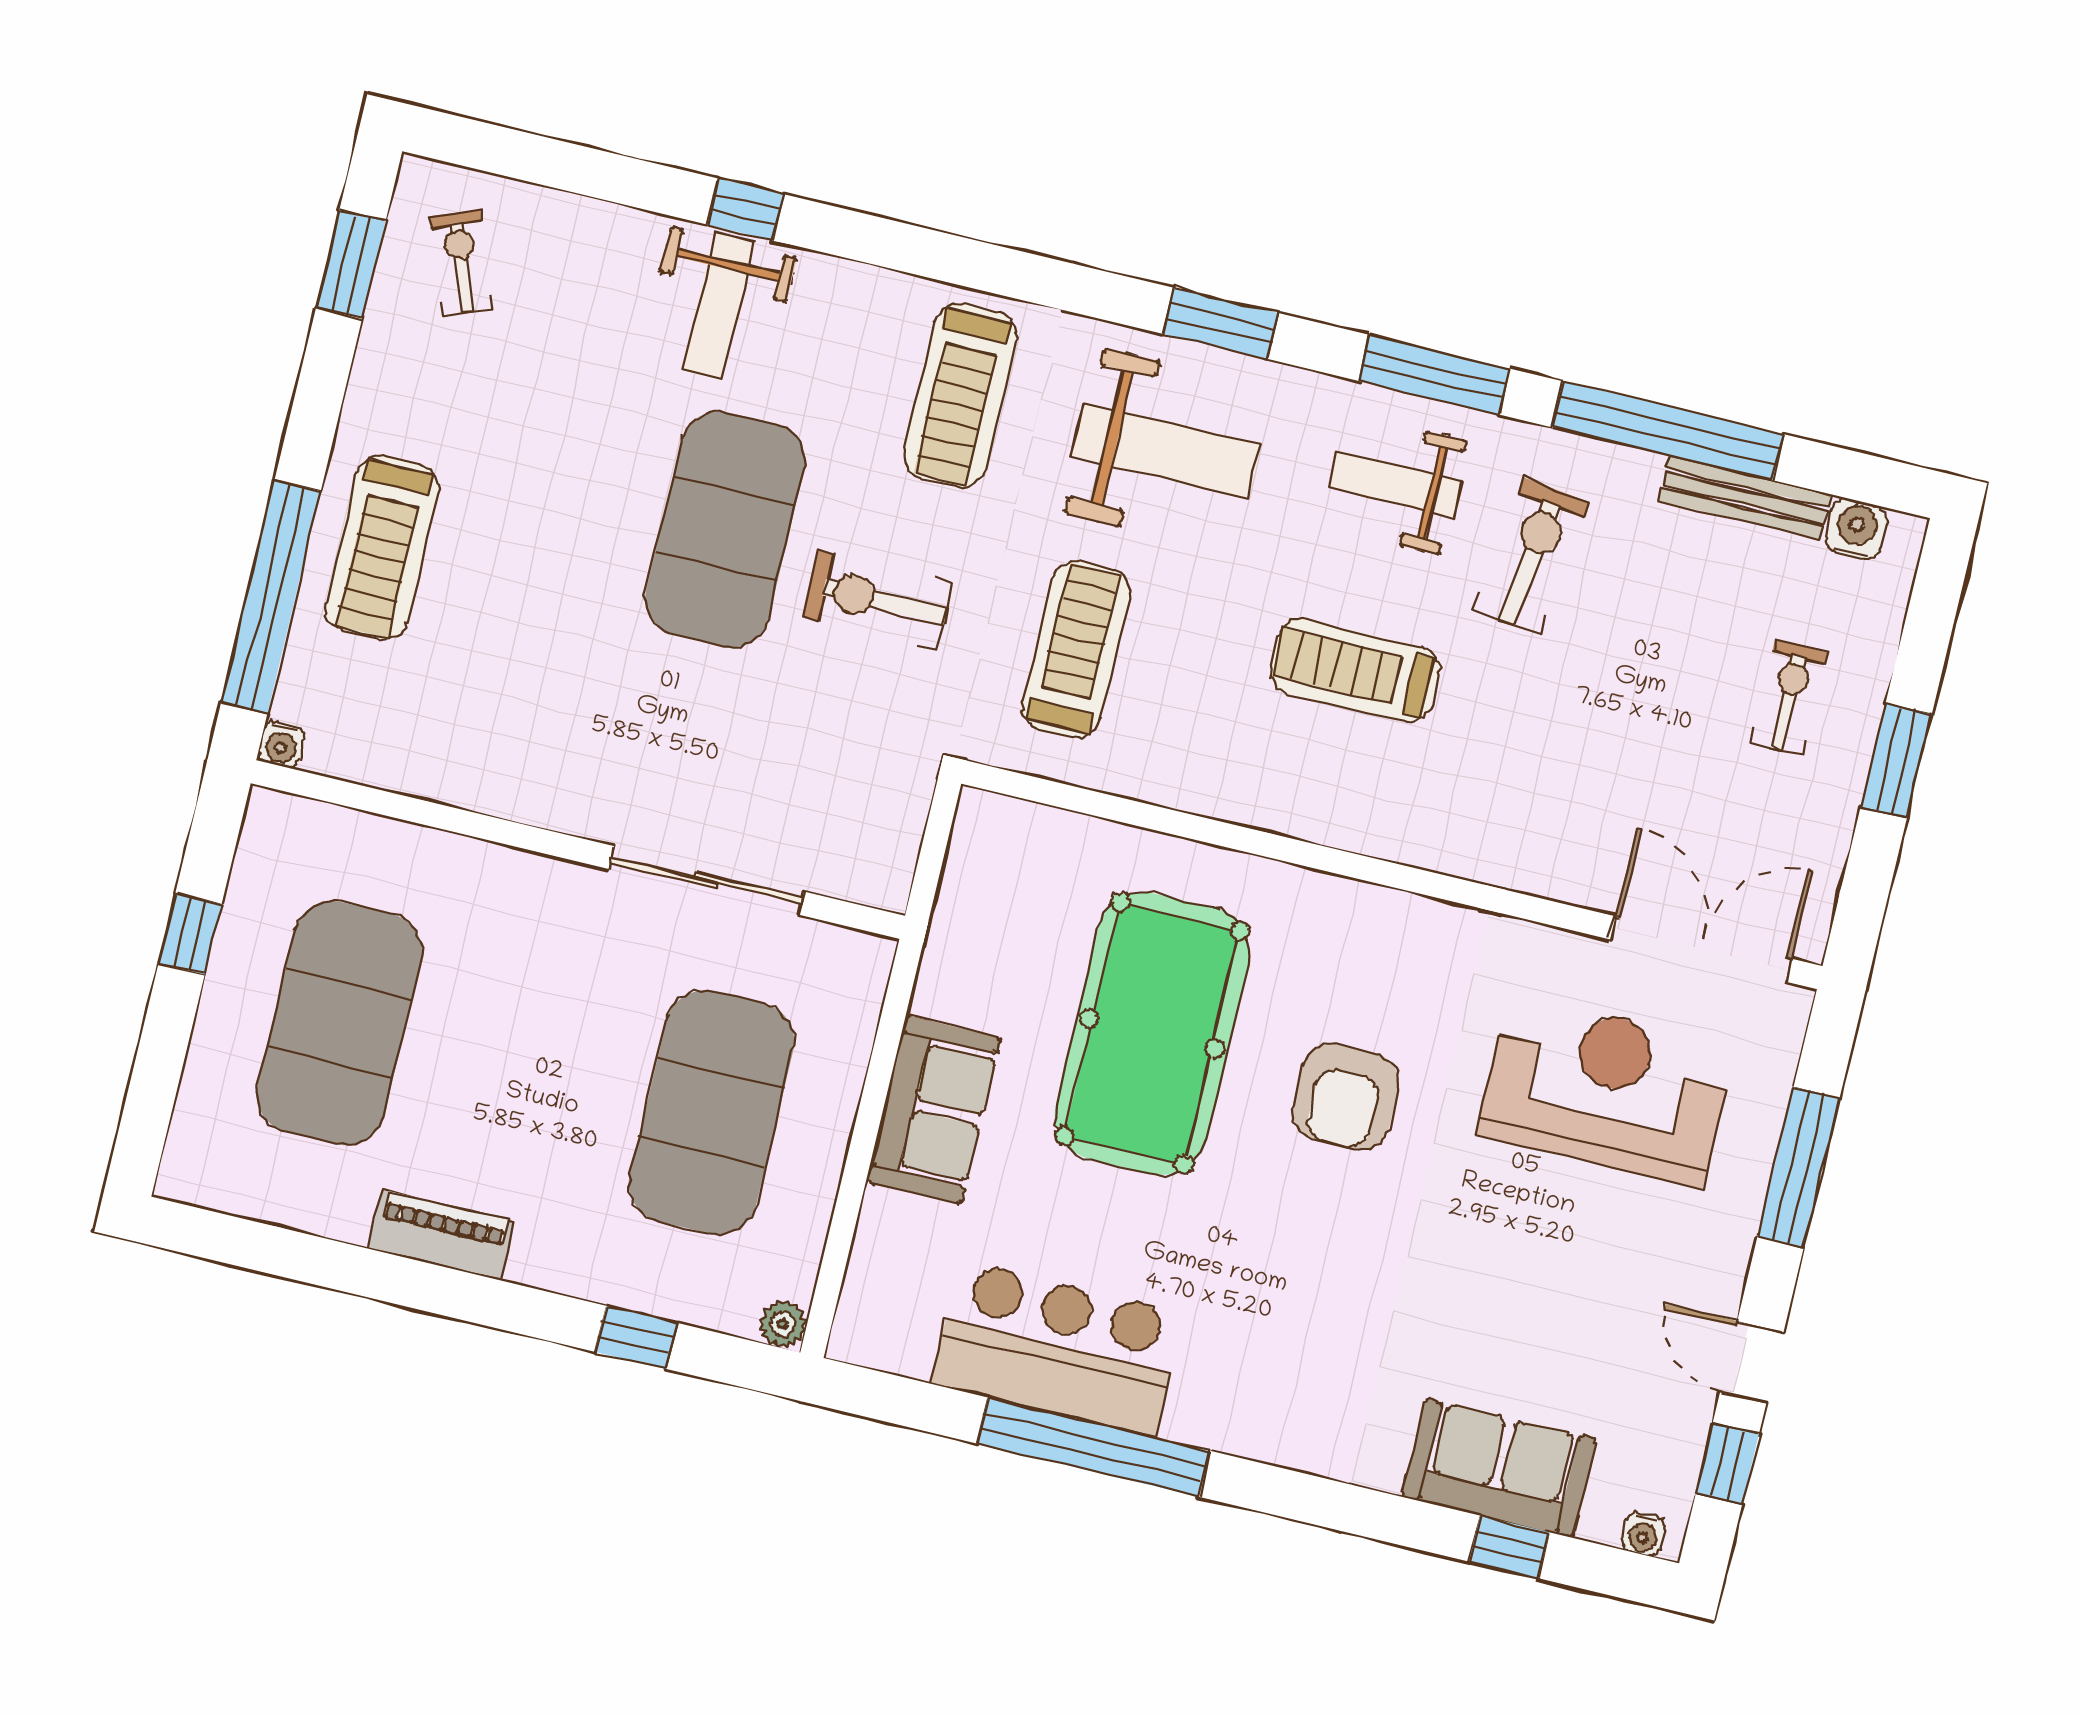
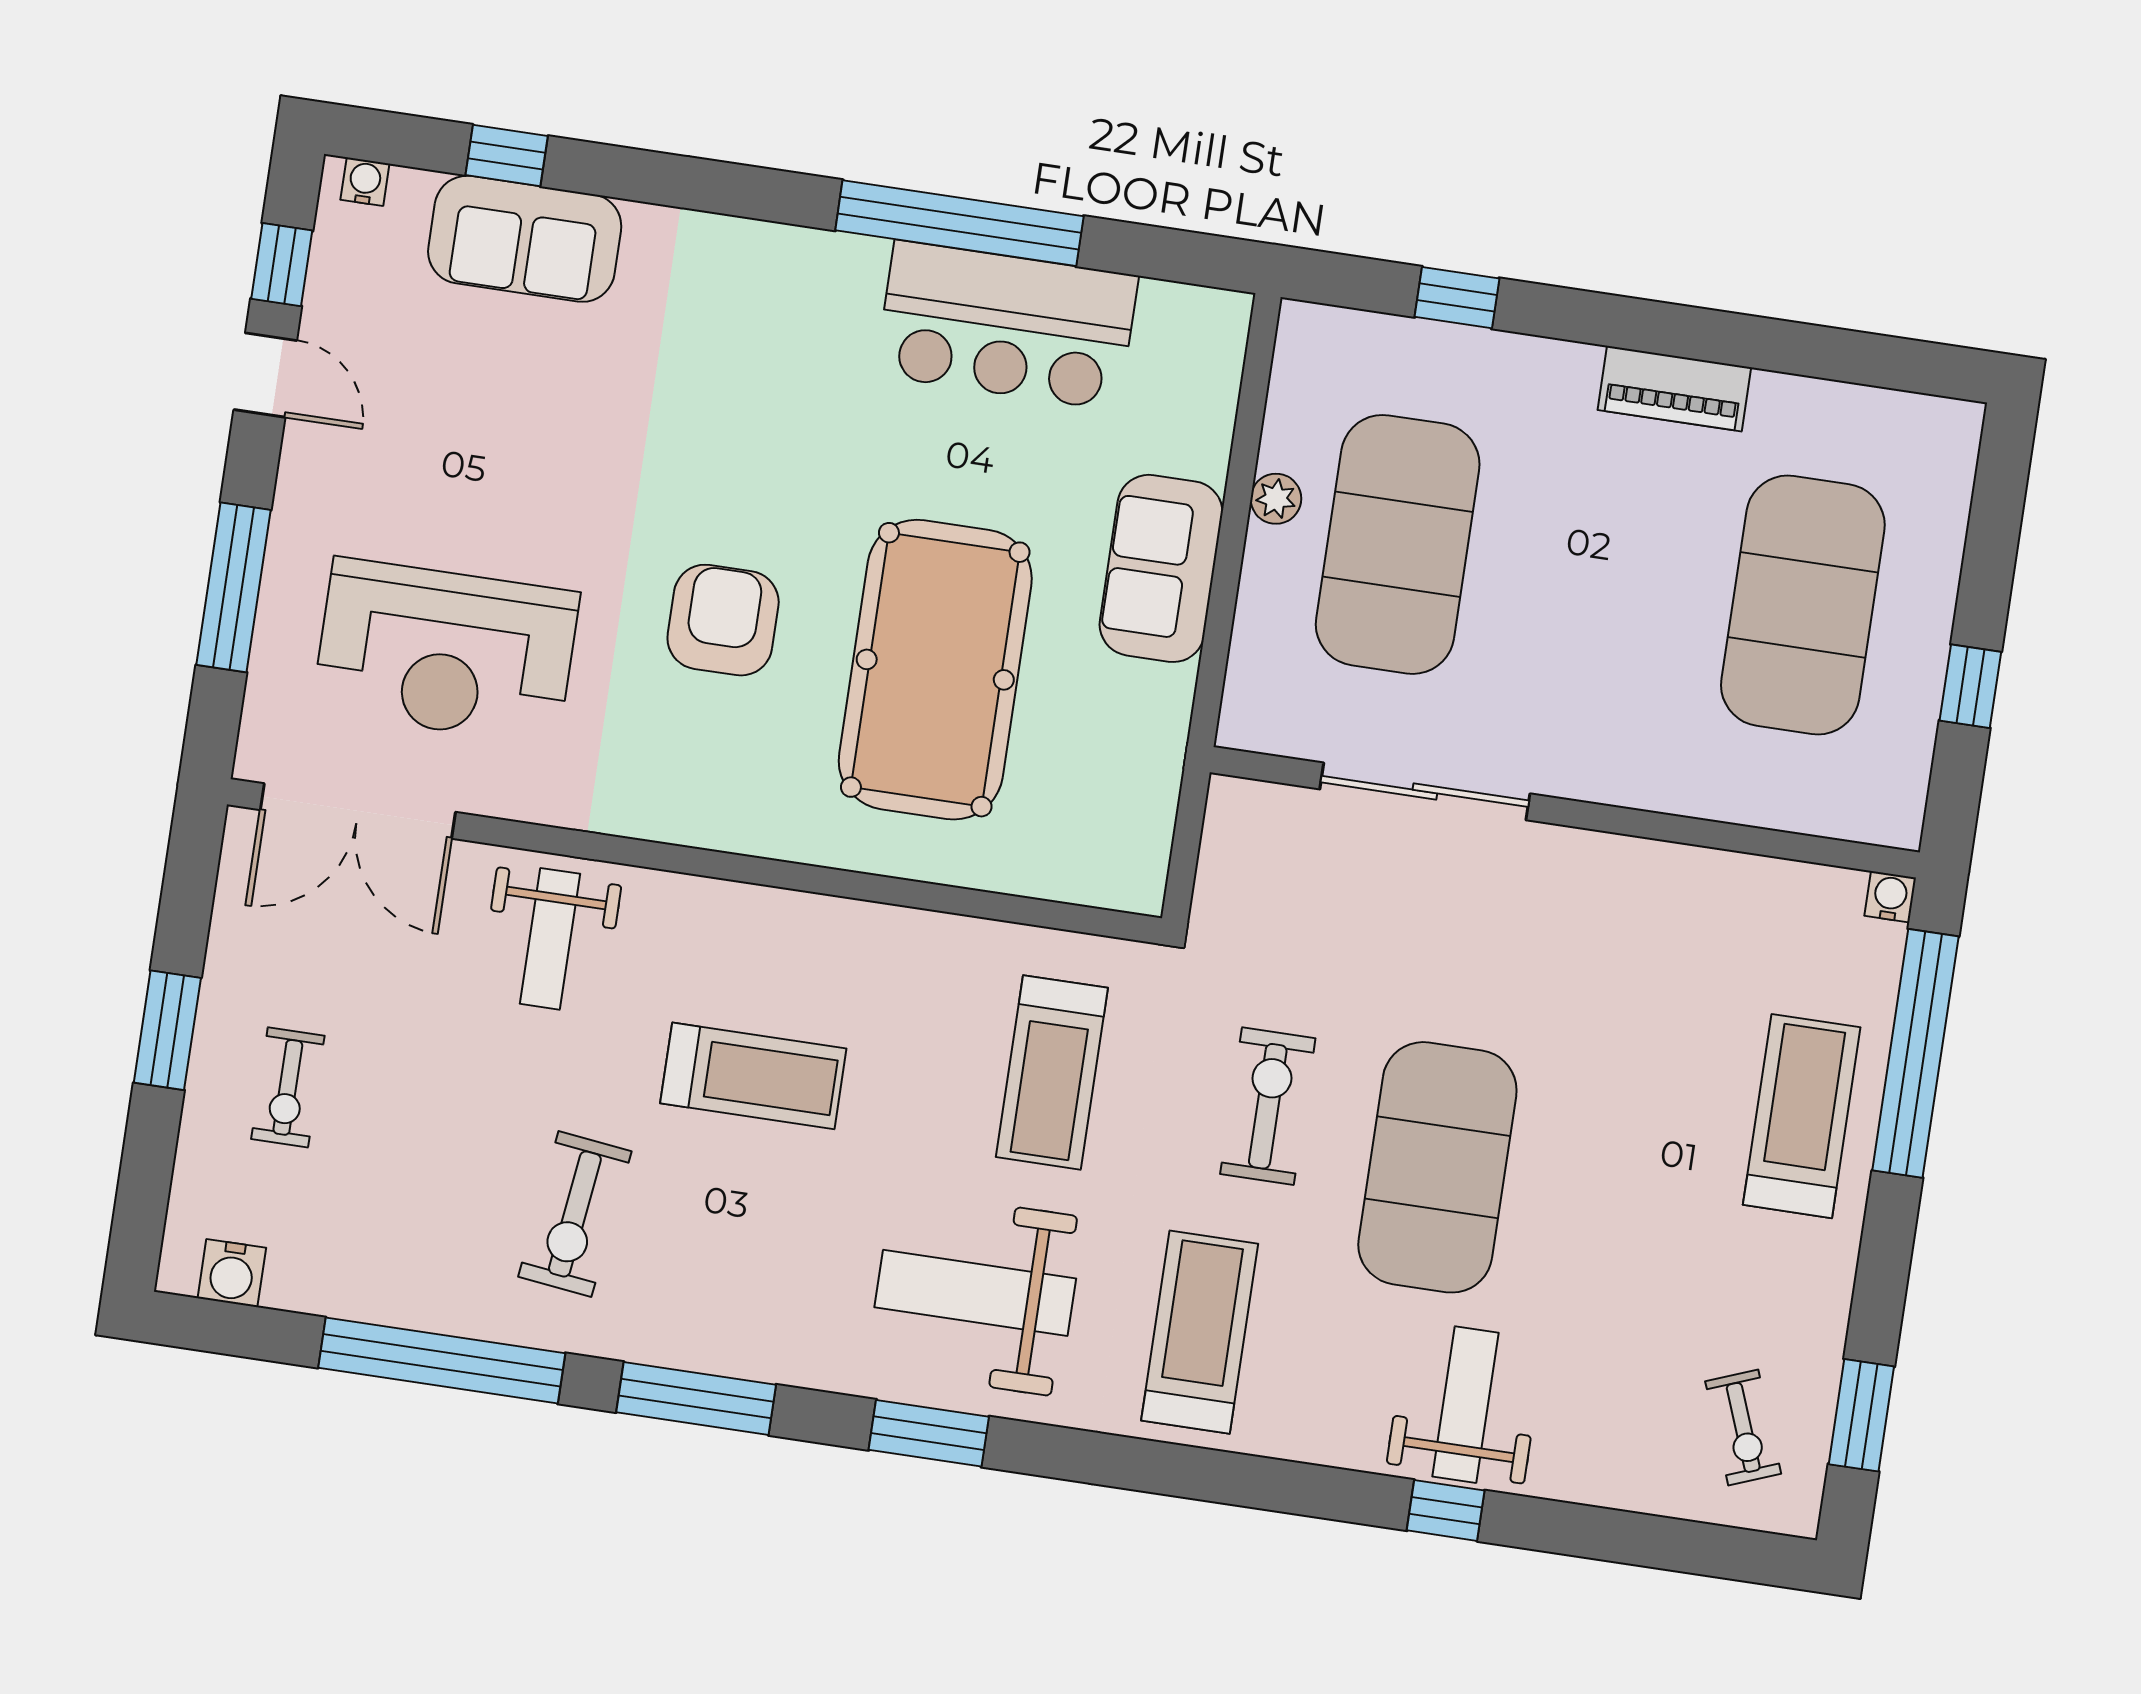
weight bench: (1395, 484) -> (550, 939), moved, turned 90
bench: (1744, 497) -> (354, 1297), removed
exercise bike: (878, 600) -> (1268, 1106), turned -90
plant: (783, 1324) -> (1276, 499), moved

